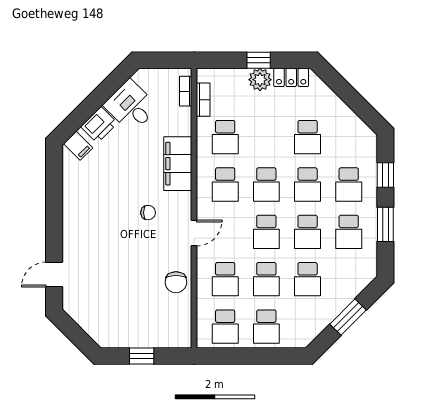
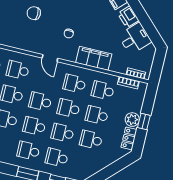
school desk: (266, 137) -> (97, 115), added
chair: (176, 282) -> (34, 13), moved

